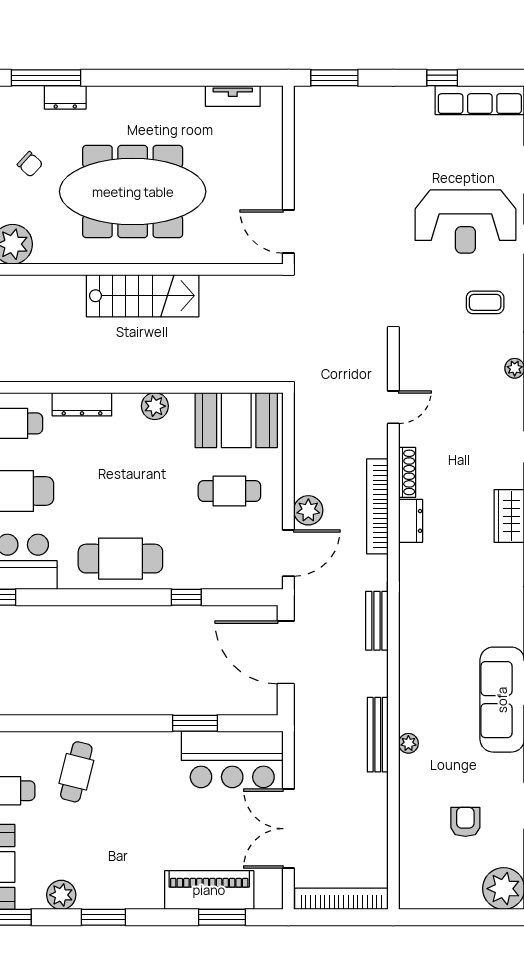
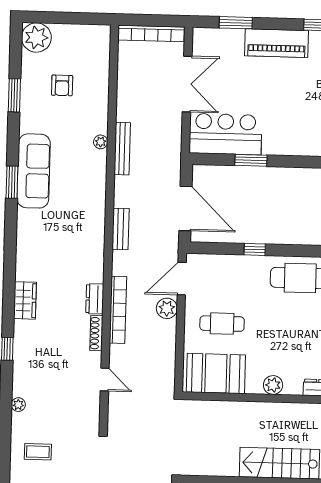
door: (393, 407) -> (105, 379), swing flipped
piano: (209, 890) -> (276, 43), moved

